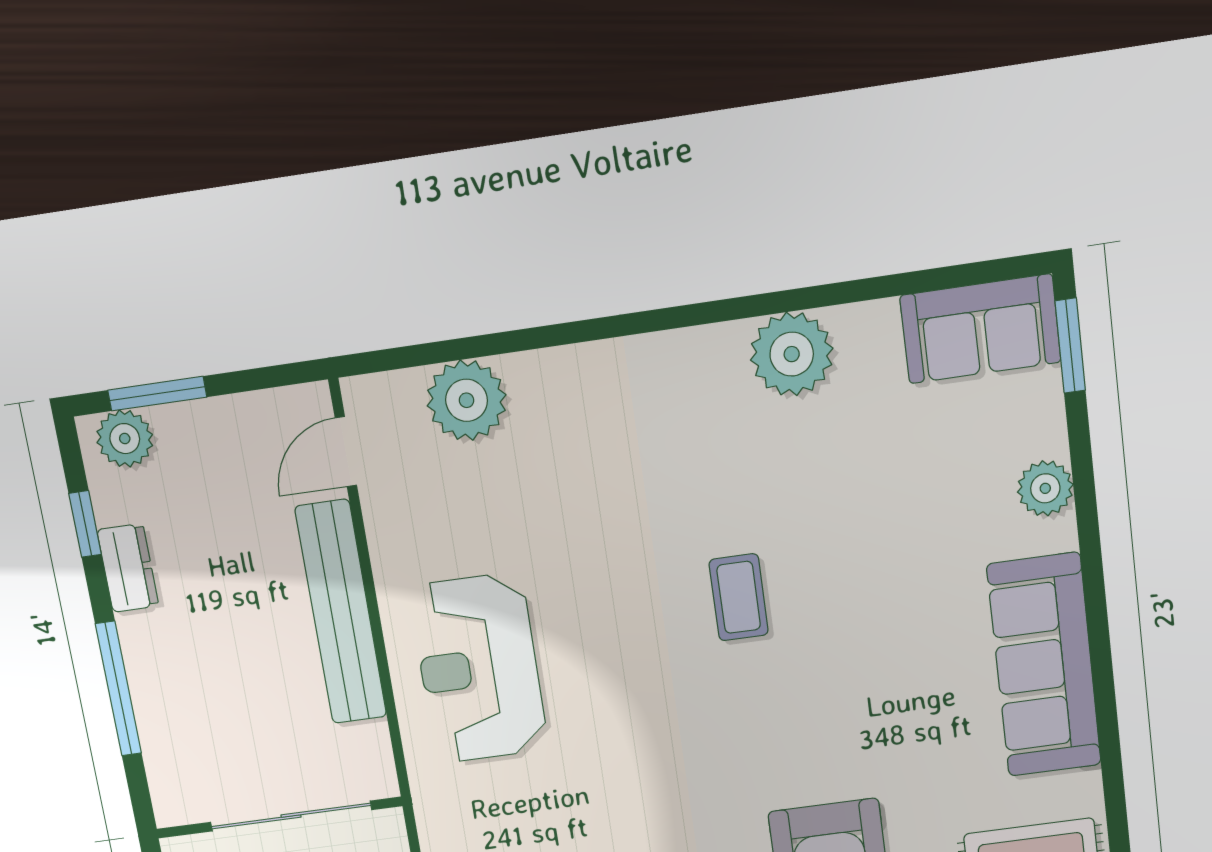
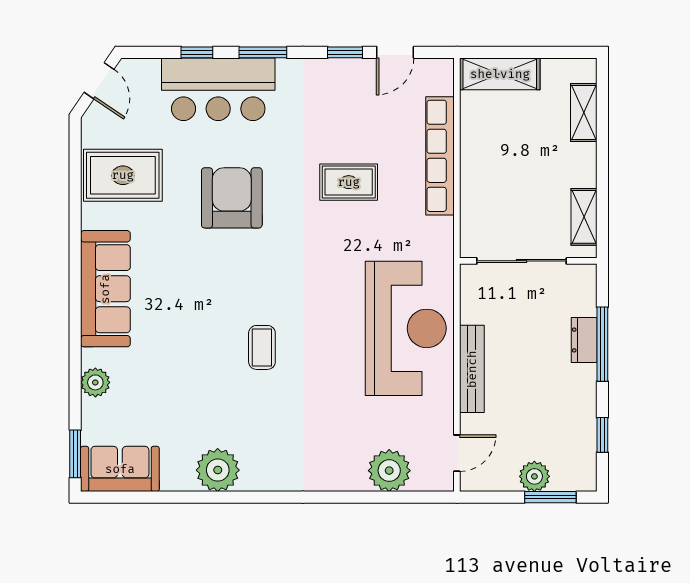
plant: (125, 439) -> (534, 476), moved
dresser: (128, 568) -> (584, 340), moved
bench: (341, 612) -> (472, 369), width x0.73, depth x0.82
reception desk: (479, 668) -> (406, 328), width x1.36, depth x1.30

